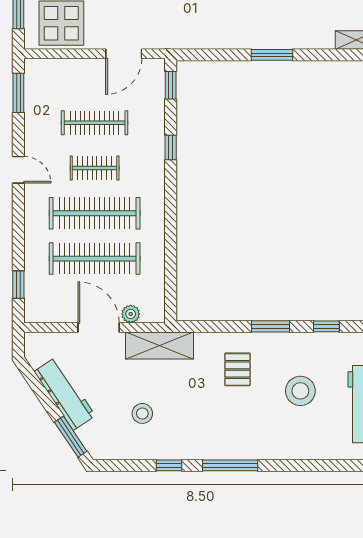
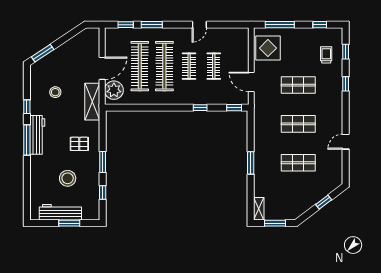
window: (18, 93) -> (152, 25), moved
clothes rail: (95, 123) -> (214, 66), width x0.73
door: (18, 170) -> (199, 25), moved
plant: (131, 314) -> (114, 90), width x1.87, depth x1.87
workbench: (65, 394) -> (37, 135), moved, turned -56

